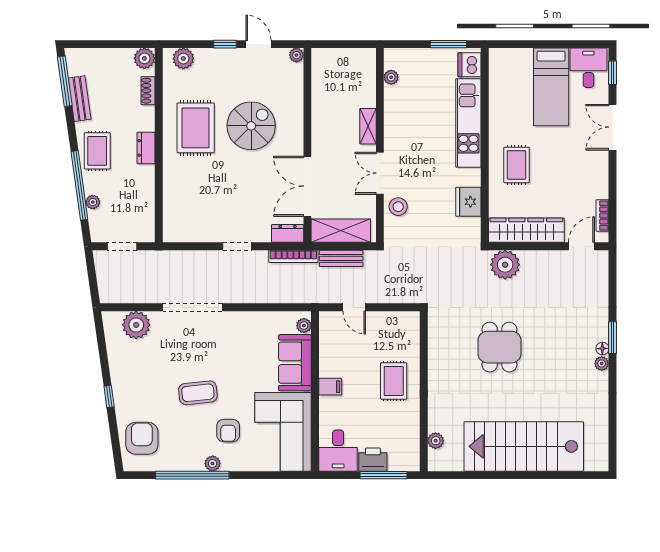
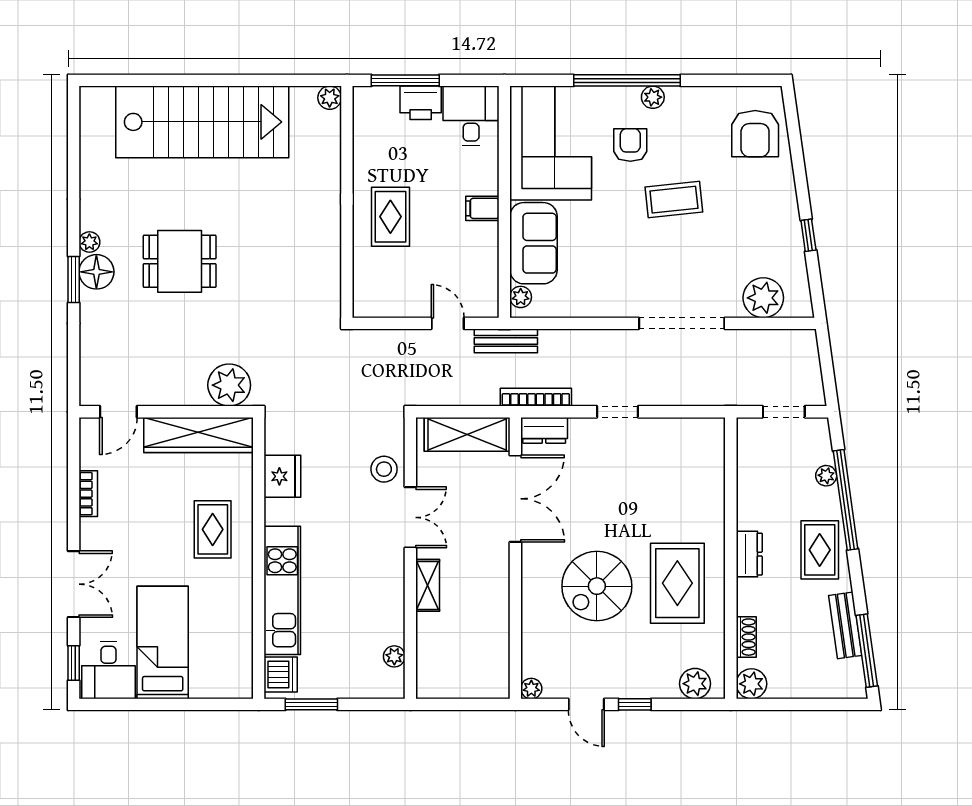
bookcase: (602, 215) -> (88, 494), moved
bench: (341, 258) -> (506, 341), moved
dining table: (499, 347) -> (180, 261), moved, turned 90
floor lamp: (602, 349) -> (96, 272), width x1.89, depth x1.89
window: (109, 396) -> (808, 235), moved
plant: (436, 441) -> (330, 98), moved
window: (192, 475) -> (627, 80), moved

